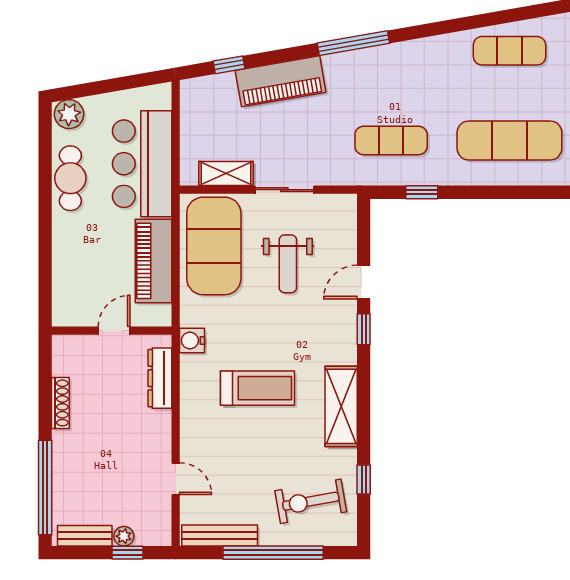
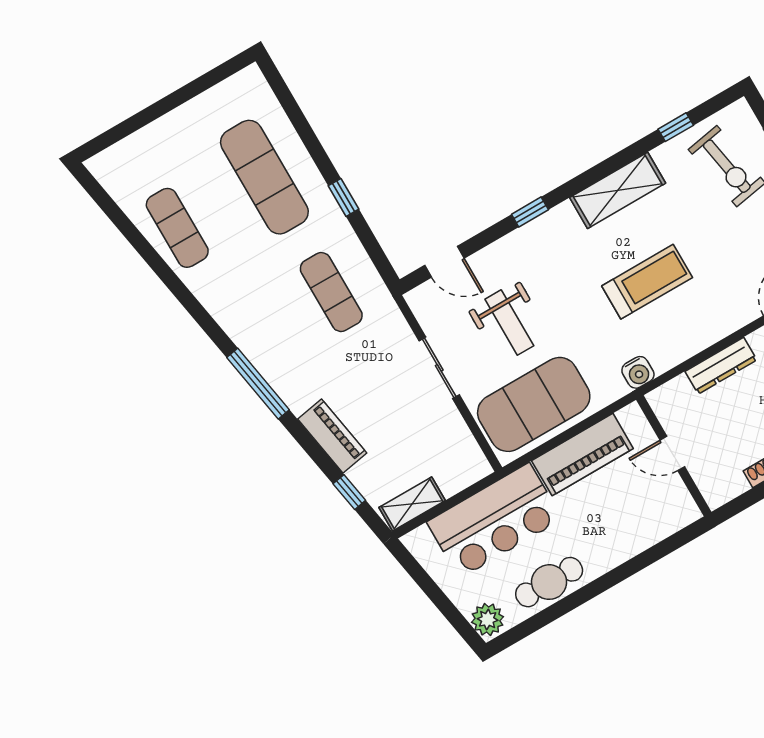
piano: (281, 81) -> (332, 436), width x0.73, depth x0.75
shelving: (226, 174) -> (412, 504), moved, turned 90
window: (422, 192) -> (343, 197), moved
weight bench: (288, 264) -> (509, 323), turned 90
door: (364, 282) -> (444, 262), moved
dresser: (160, 378) -> (721, 366), moved
treadmill: (258, 388) -> (647, 282), turned 90

